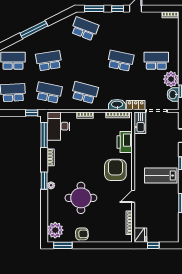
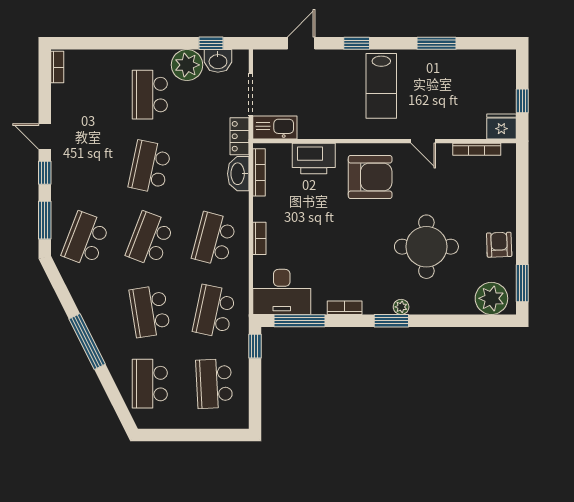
school desk: (85, 61) -> (150, 239), added
armchair: (115, 170) -> (370, 177), turned 180

